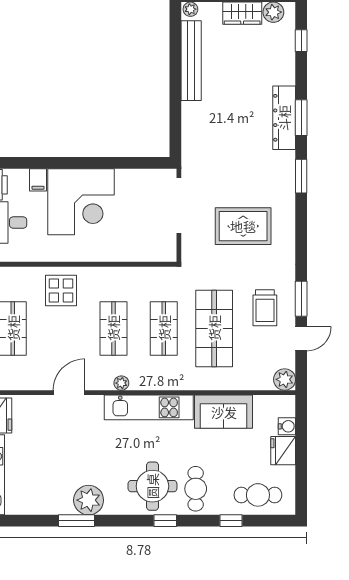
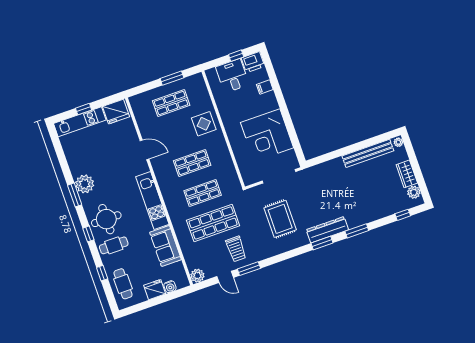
dresser: (284, 118) -> (327, 230), moved
corner desk: (81, 202) -> (267, 135), moved
trolley: (265, 308) -> (236, 249), turned -90
plant: (121, 383) -> (161, 179), removed
window: (76, 521) -> (75, 195), moved

